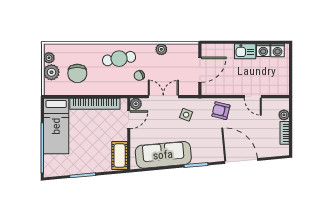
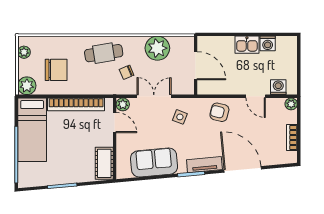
plant: (161, 49) -> (157, 48), width x1.87, depth x1.87
washing machine: (278, 50) -> (278, 87), moved, turned 180
door: (200, 70) -> (196, 66), hinge flipped
plant: (51, 72) -> (27, 86), moved
chair: (77, 73) -> (56, 70), turned -90
plant: (284, 115) -> (291, 104), moved
door: (129, 120) -> (115, 123), hinge flipped
sofa: (163, 155) -> (154, 162), width x0.73
tv unit: (208, 157) -> (204, 165), added

